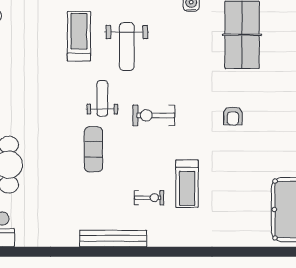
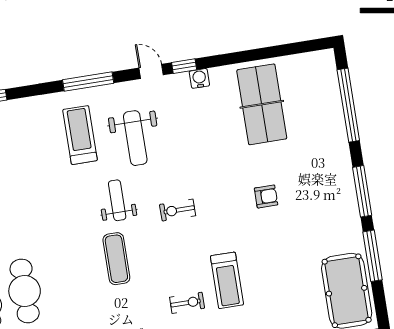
exercise bike: (154, 115) -> (178, 210), width x0.73, depth x0.72
armchair: (233, 116) -> (266, 196), turned -90

